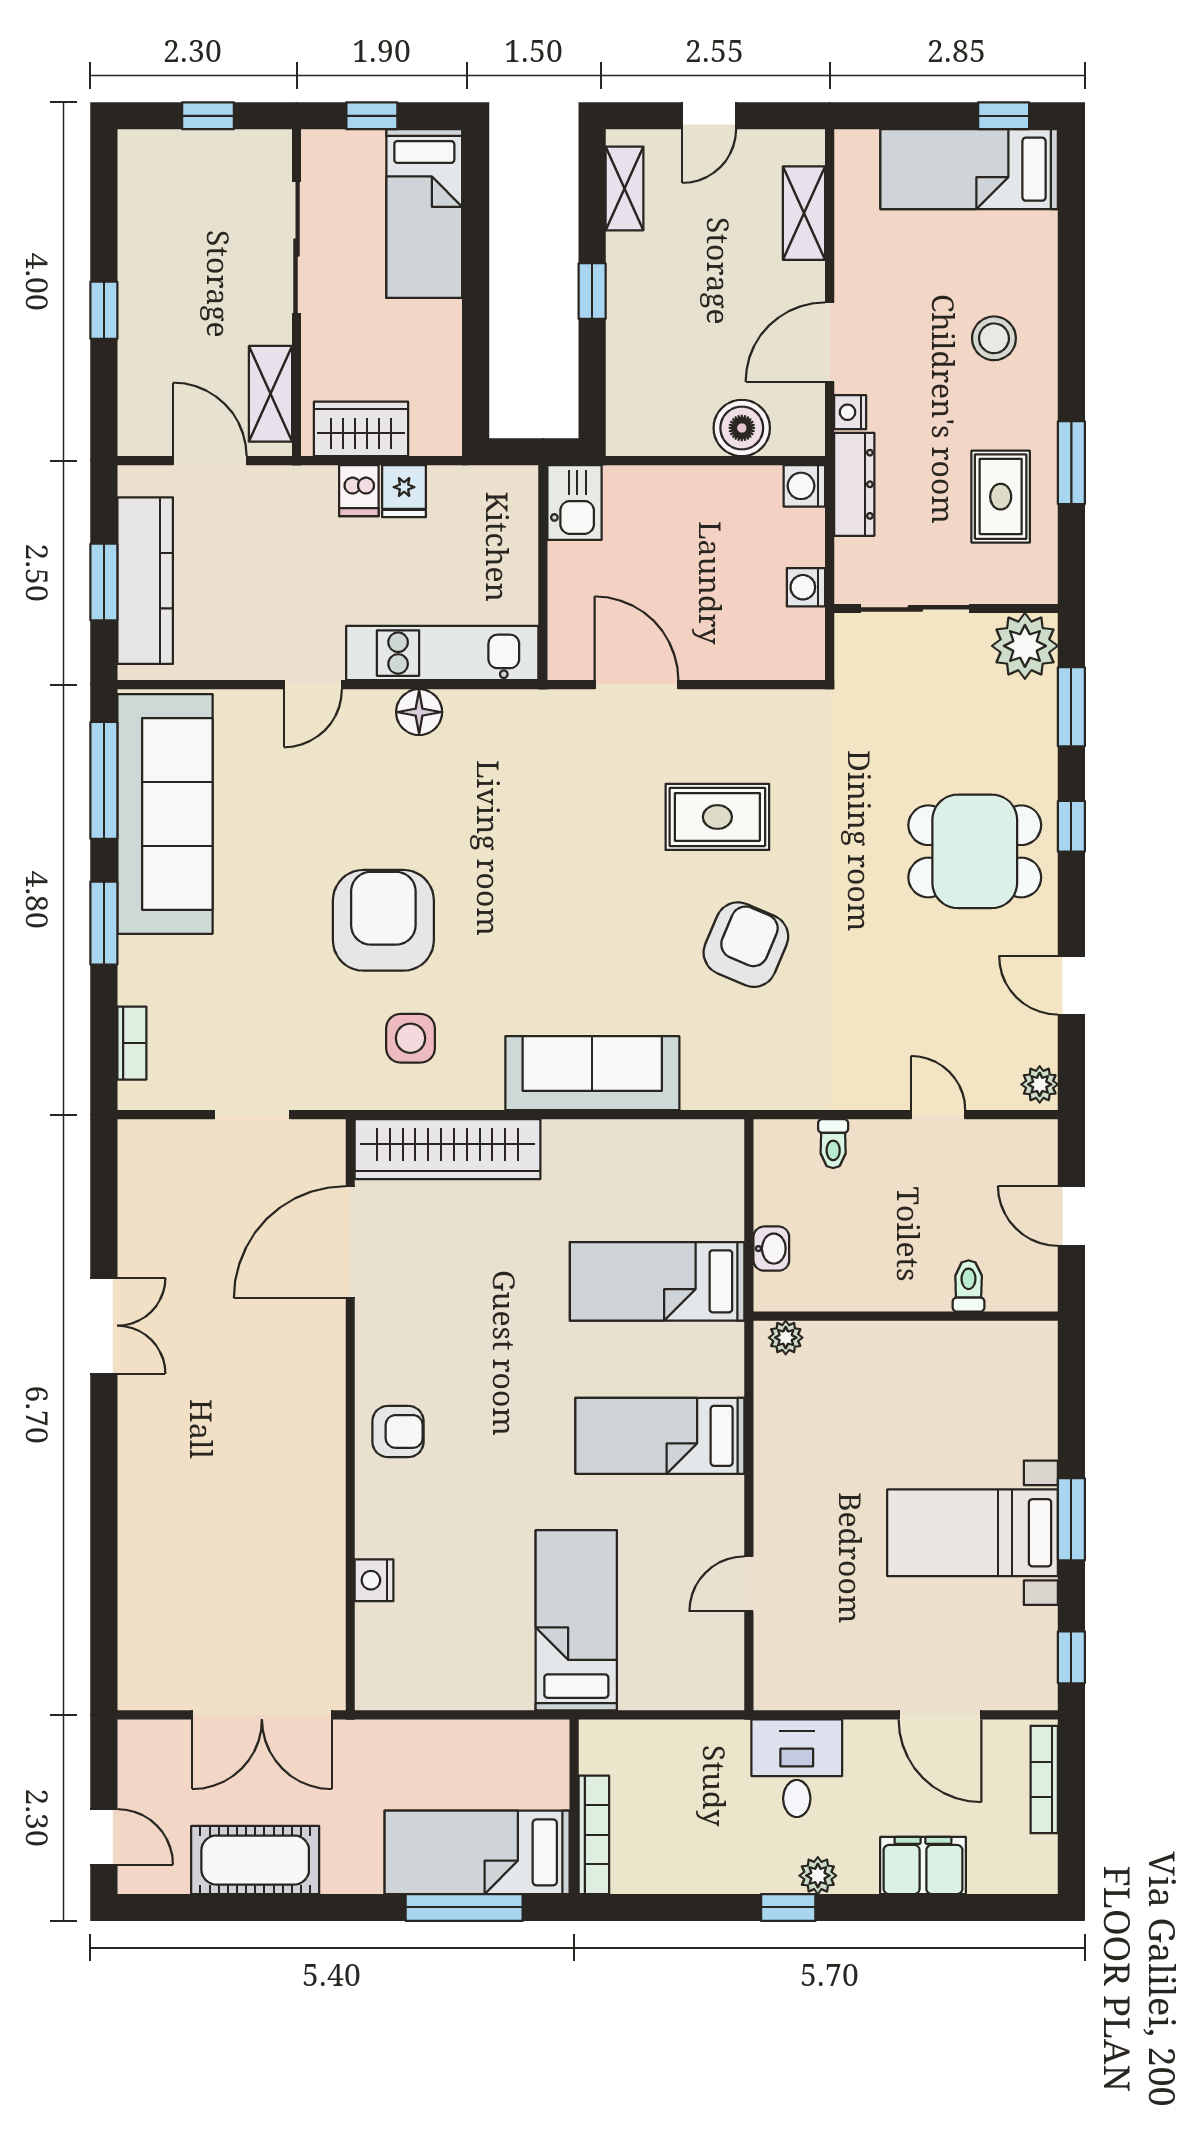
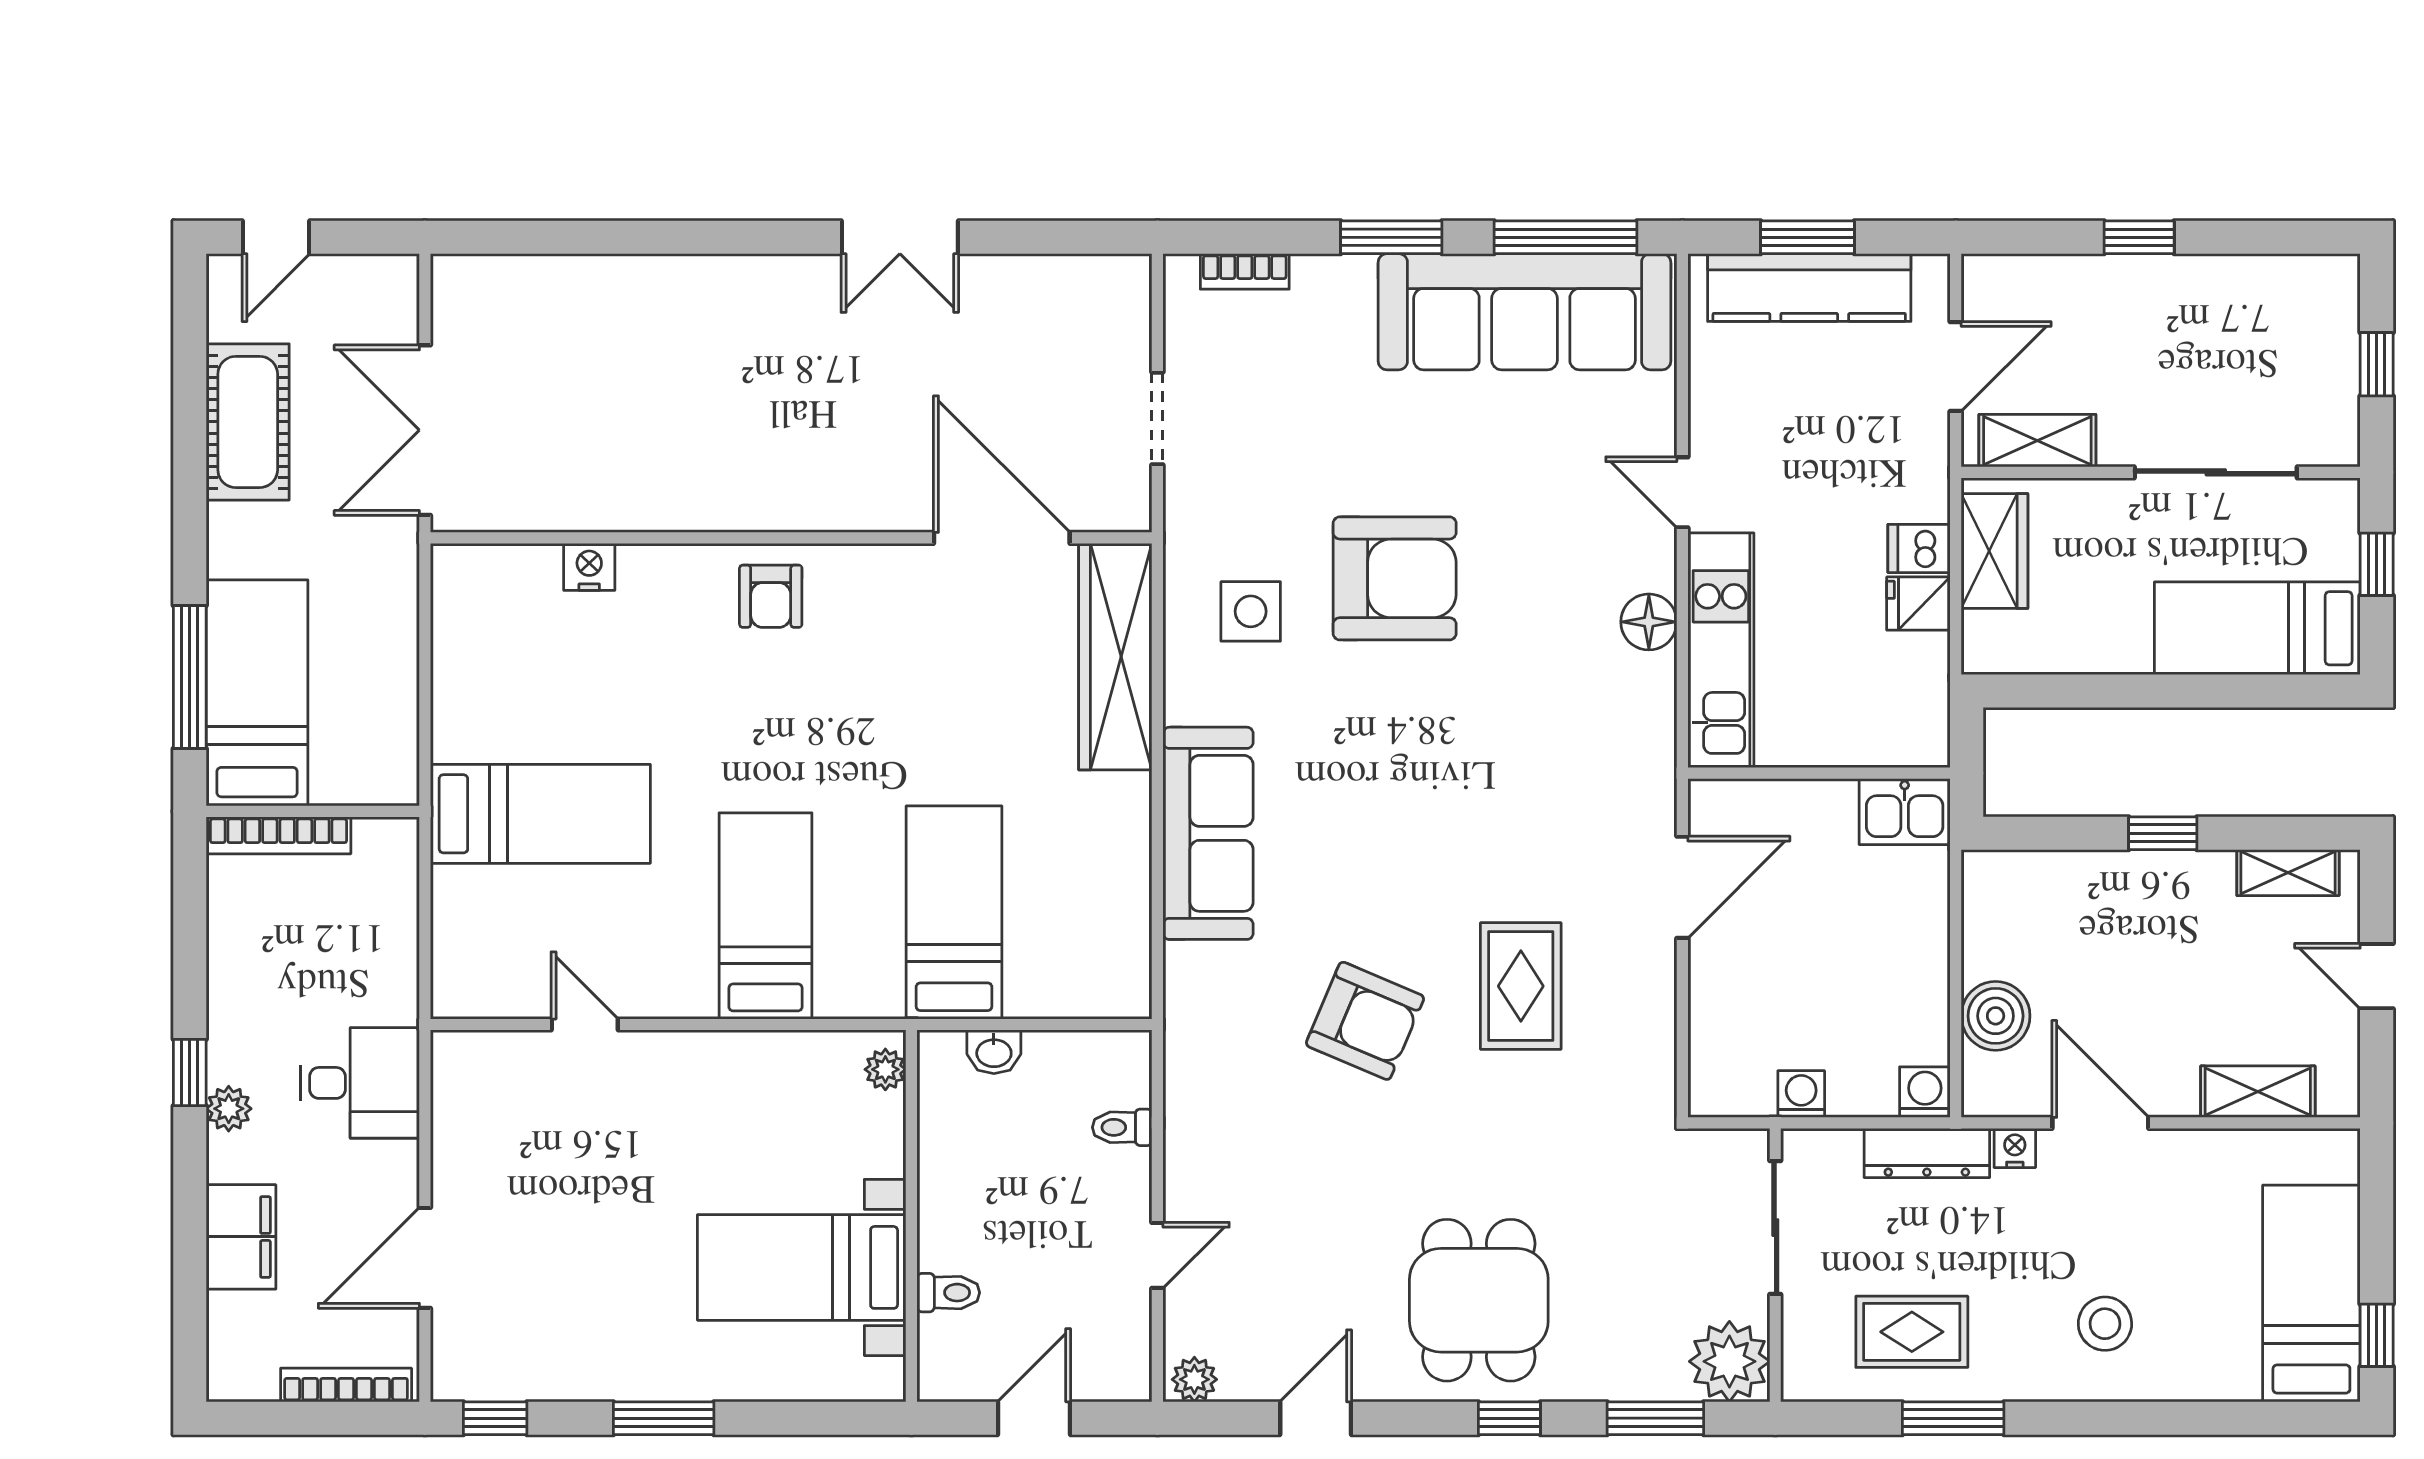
bed with nightstands: (973, 1533) -> (802, 1267), moved, turned -90

